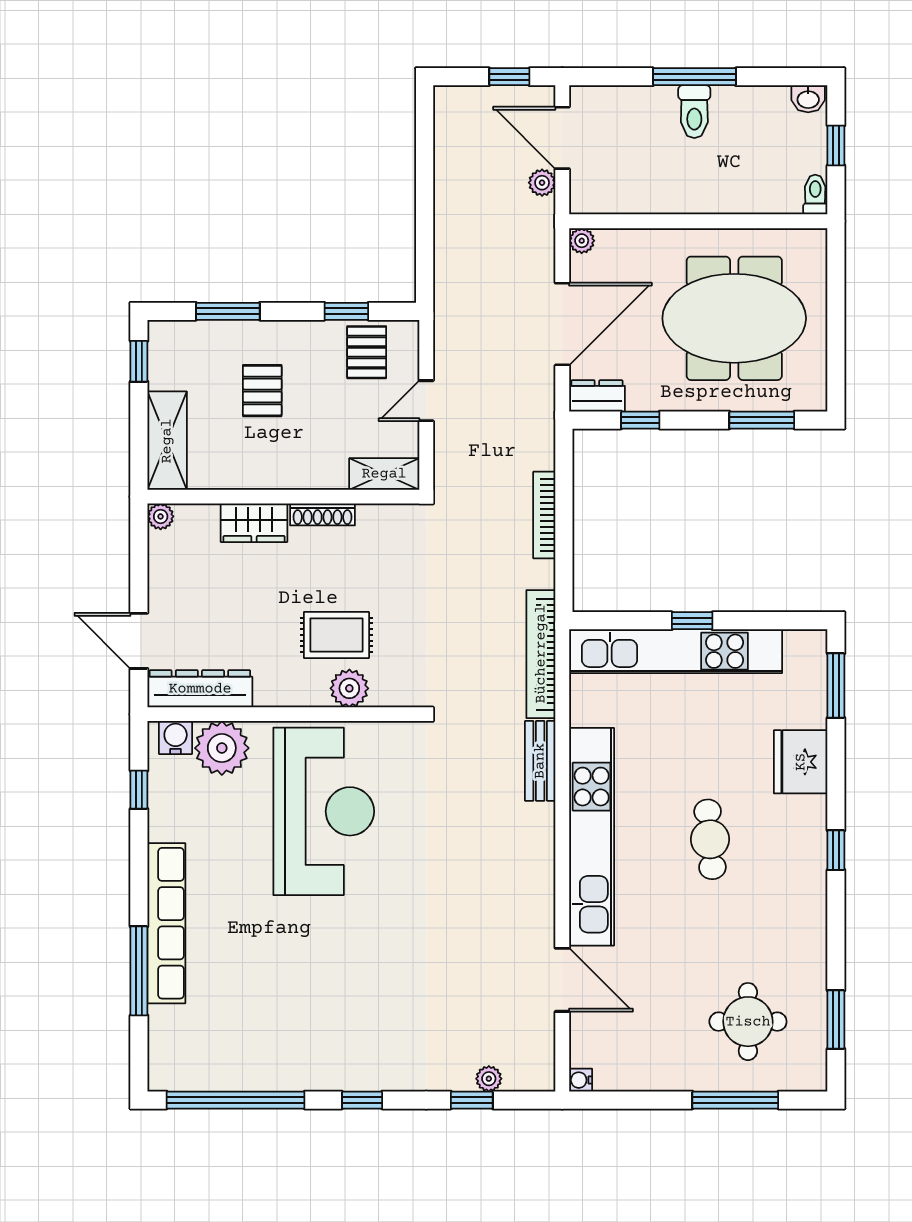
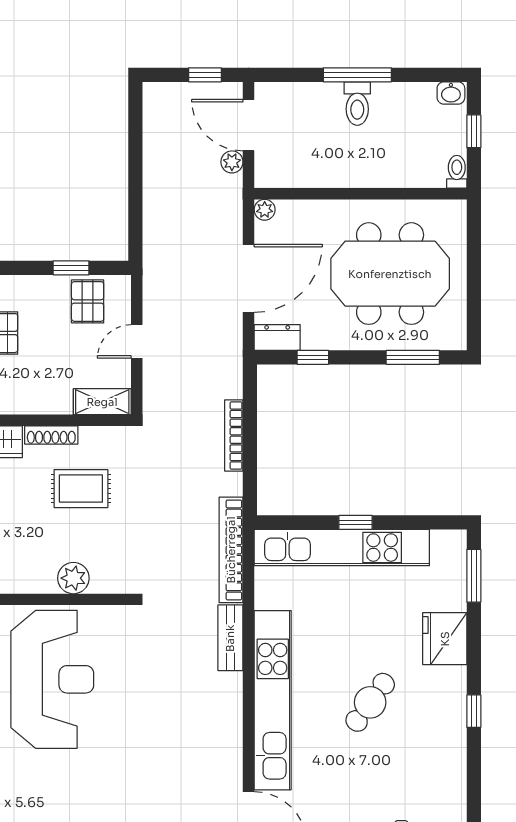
rug: (336, 635) -> (81, 489), moved
cafe table: (710, 839) -> (370, 702), turned 41

